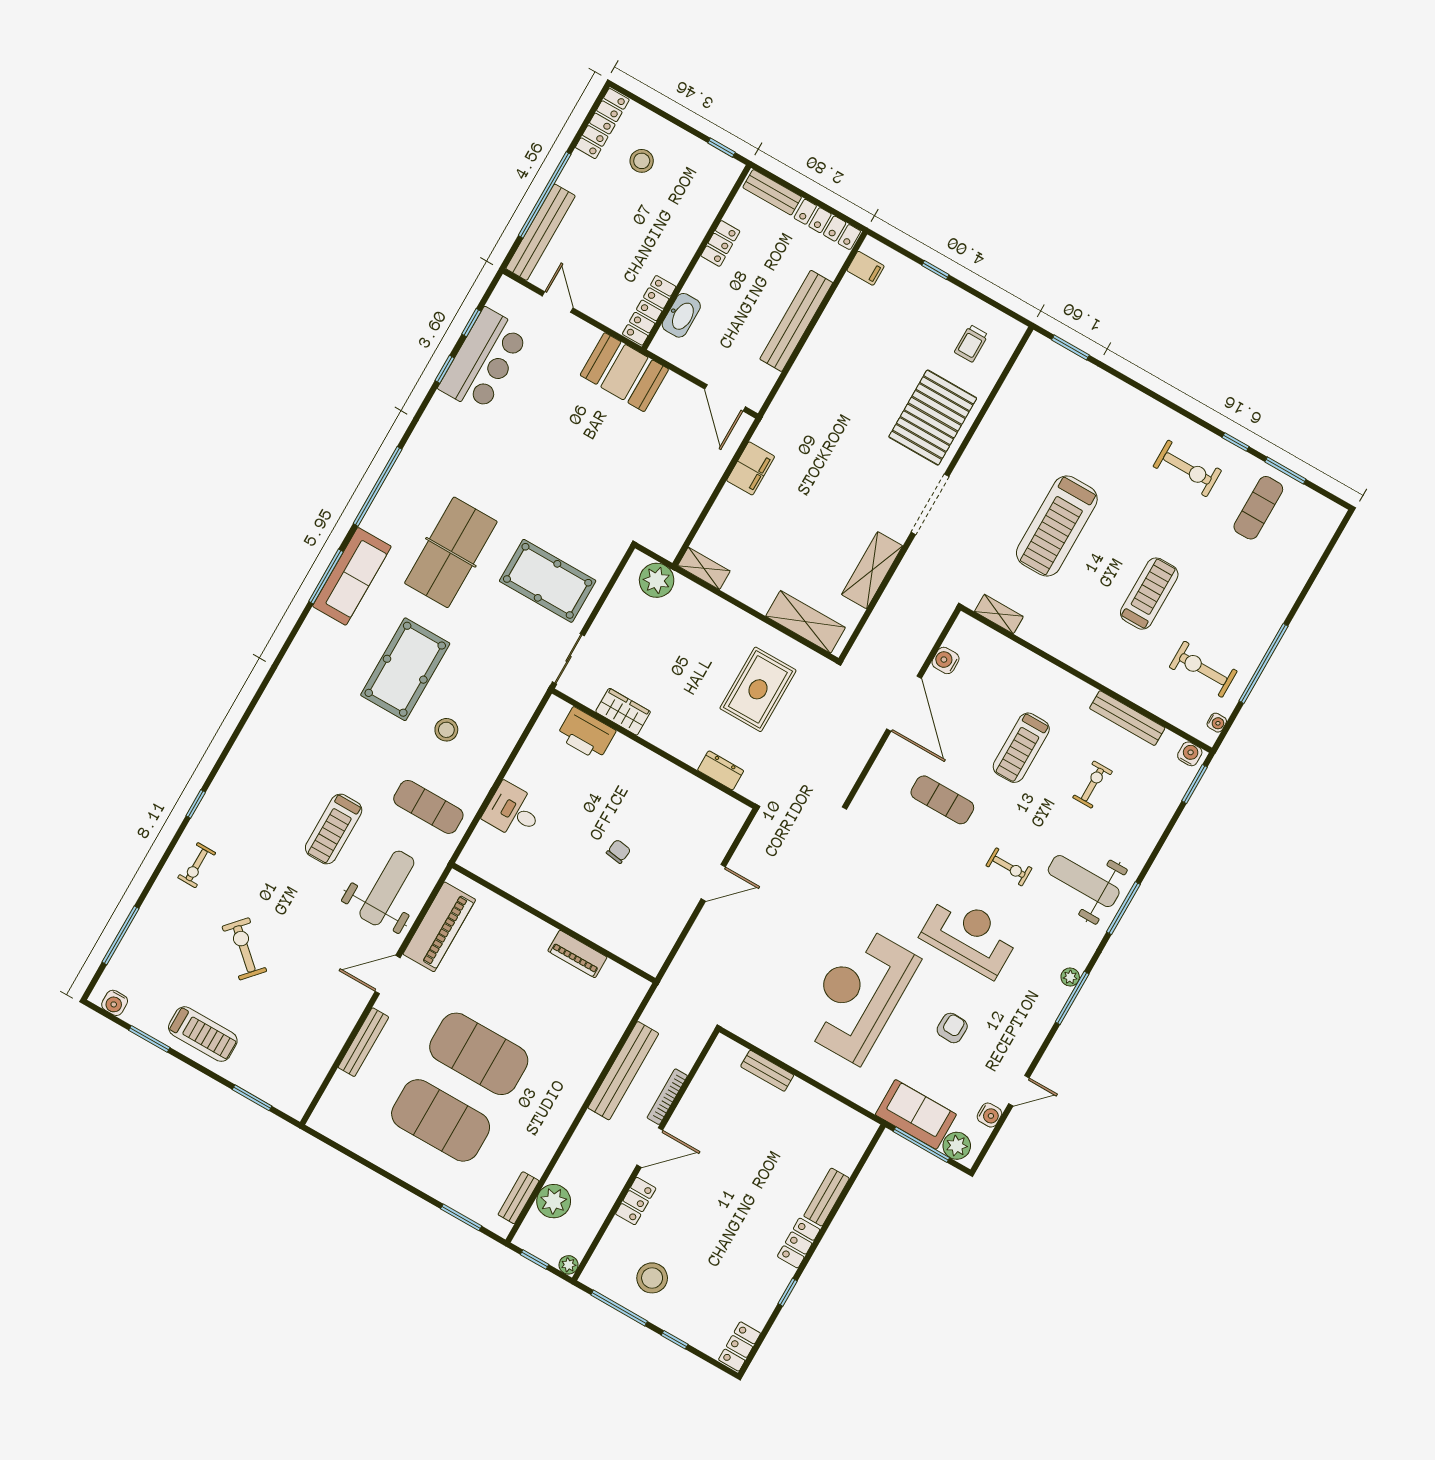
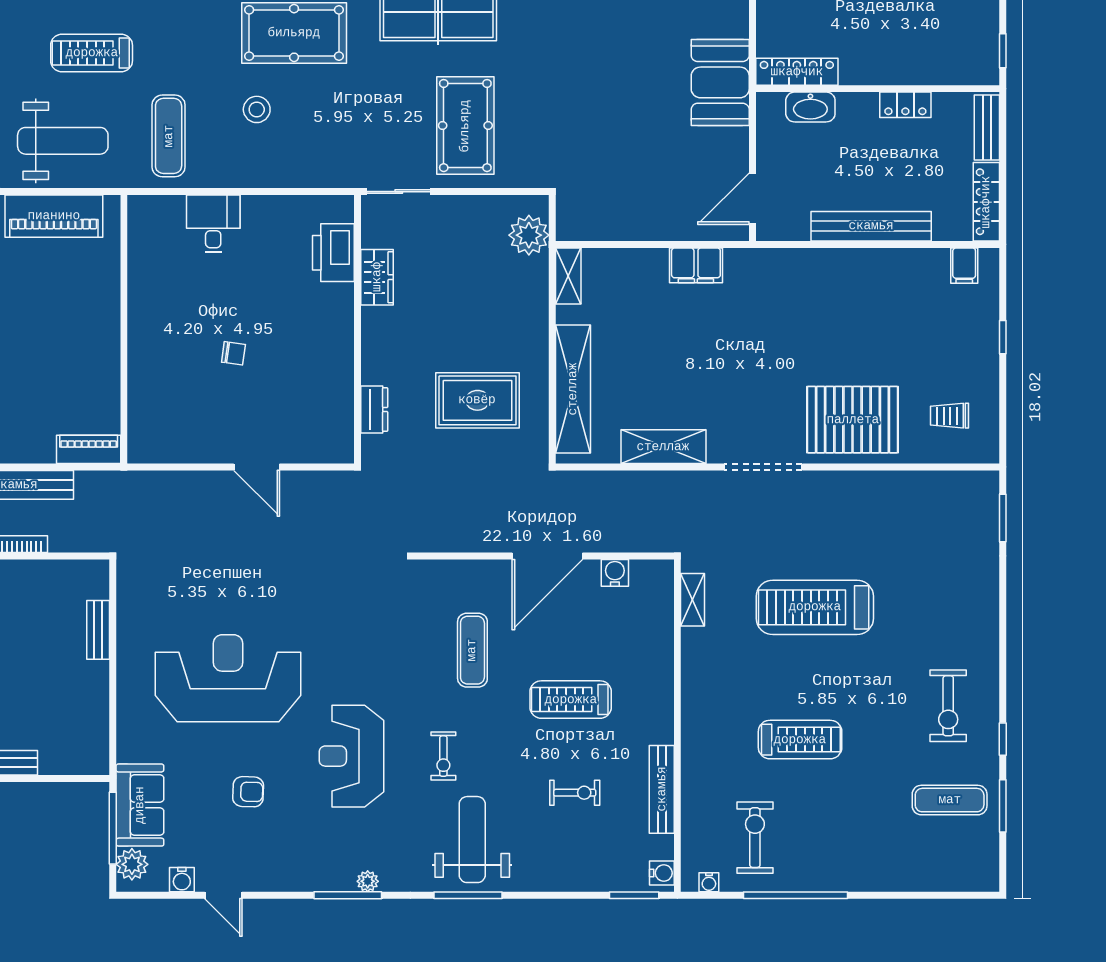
shelving: (806, 622) -> (573, 389), width x1.47
reception desk: (970, 936) -> (351, 756), turned 180
piano: (577, 954) -> (89, 449), moved, turned 90

